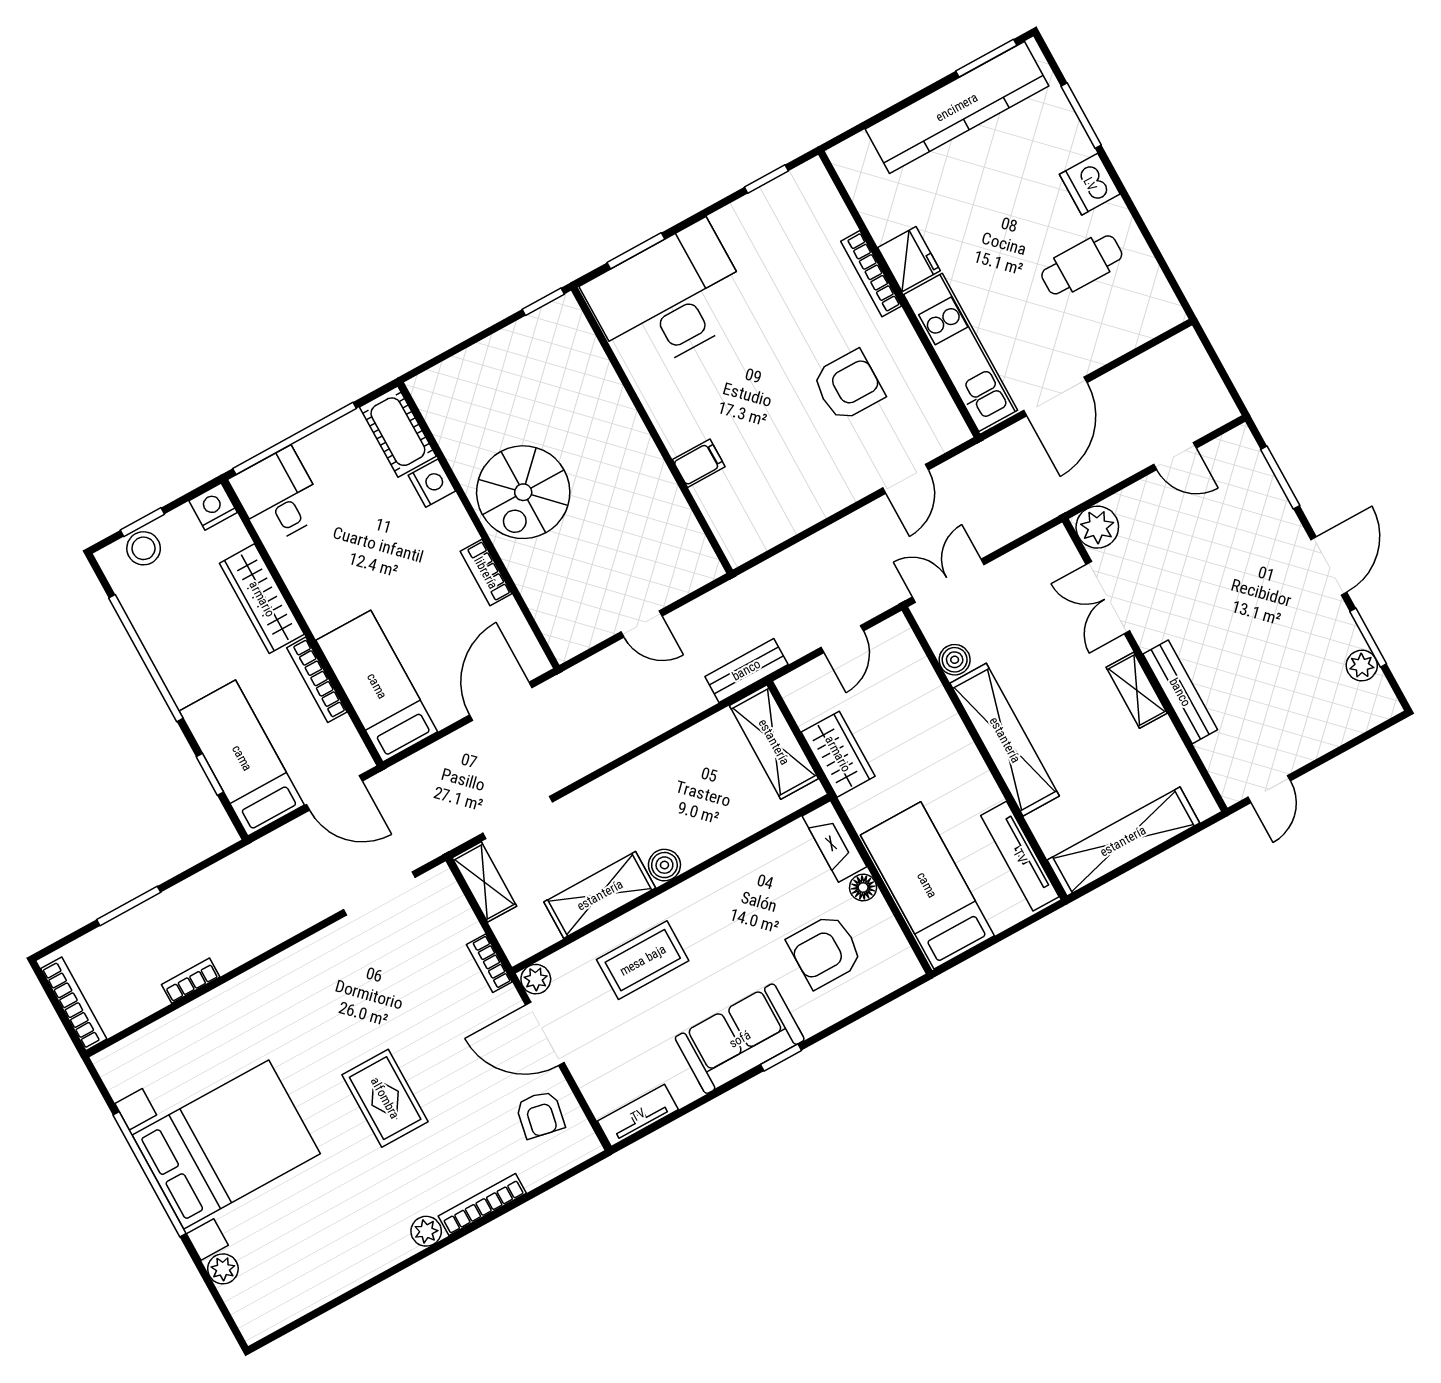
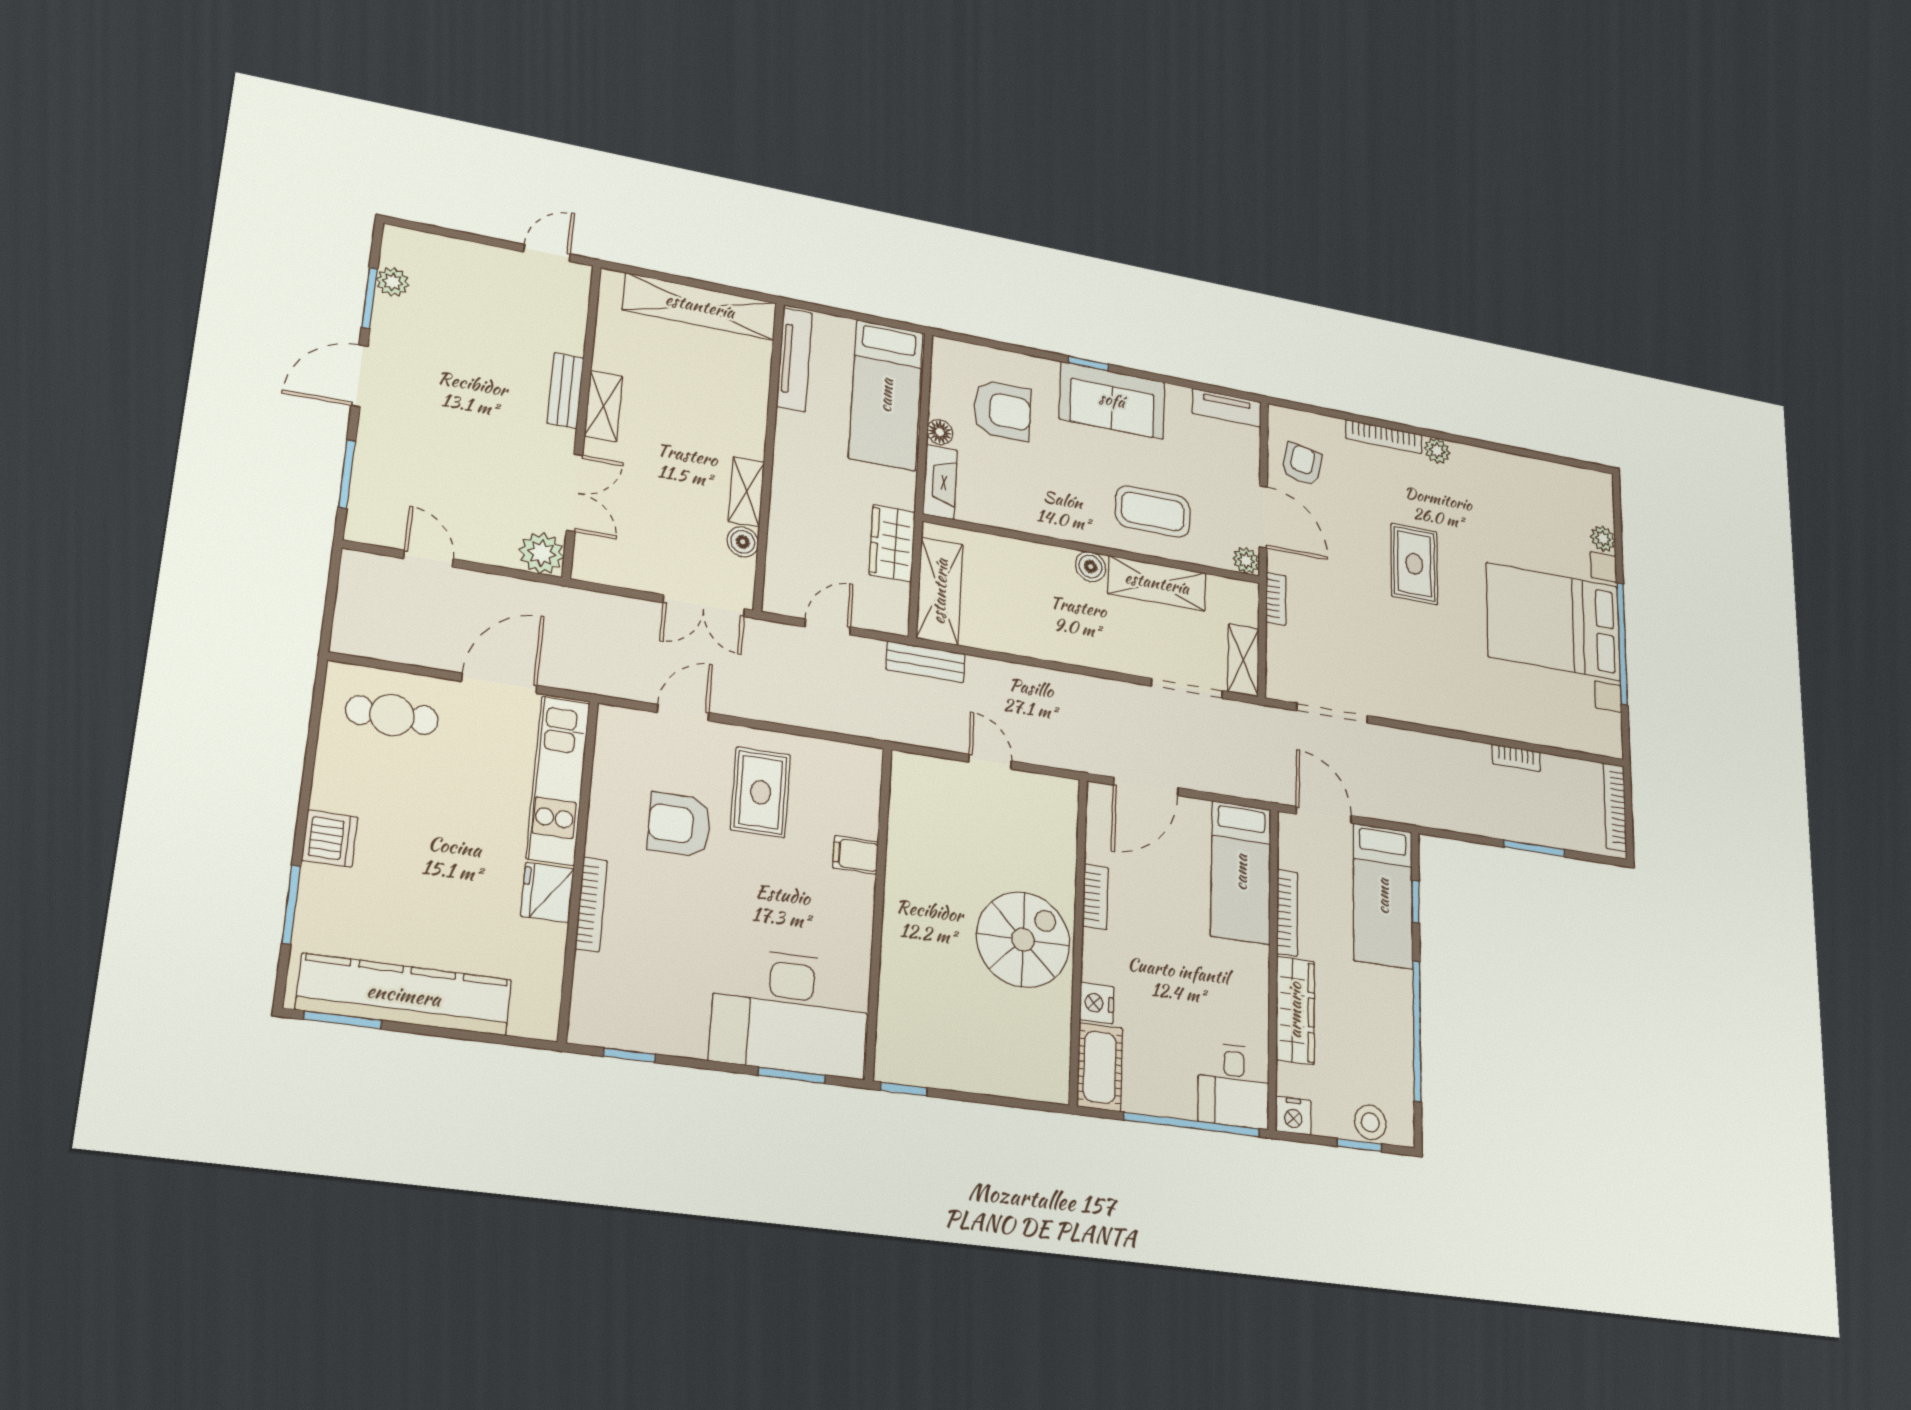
cafe table: (1082, 265) -> (392, 715), moved
rug: (804, 459) -> (761, 792), added
bench: (1180, 692) -> (565, 390), width x0.73
shelving: (1005, 740) -> (746, 492), width x0.45, depth x0.75

